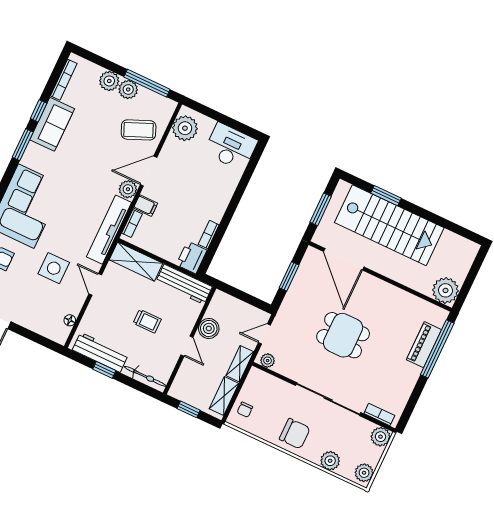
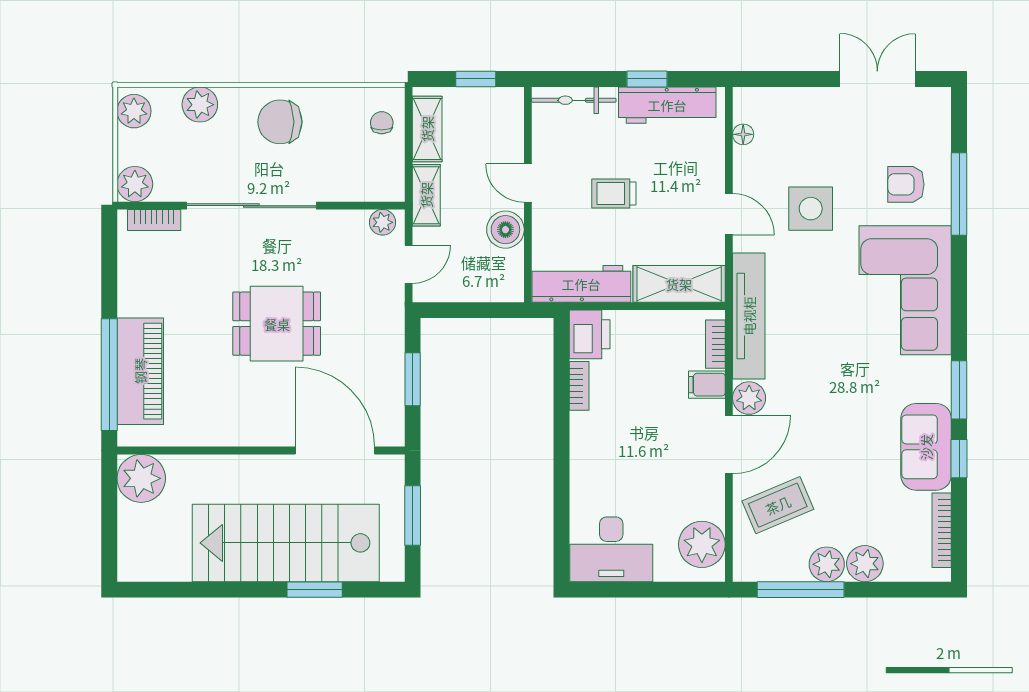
piano: (424, 345) -> (140, 371), width x1.37, depth x1.33

